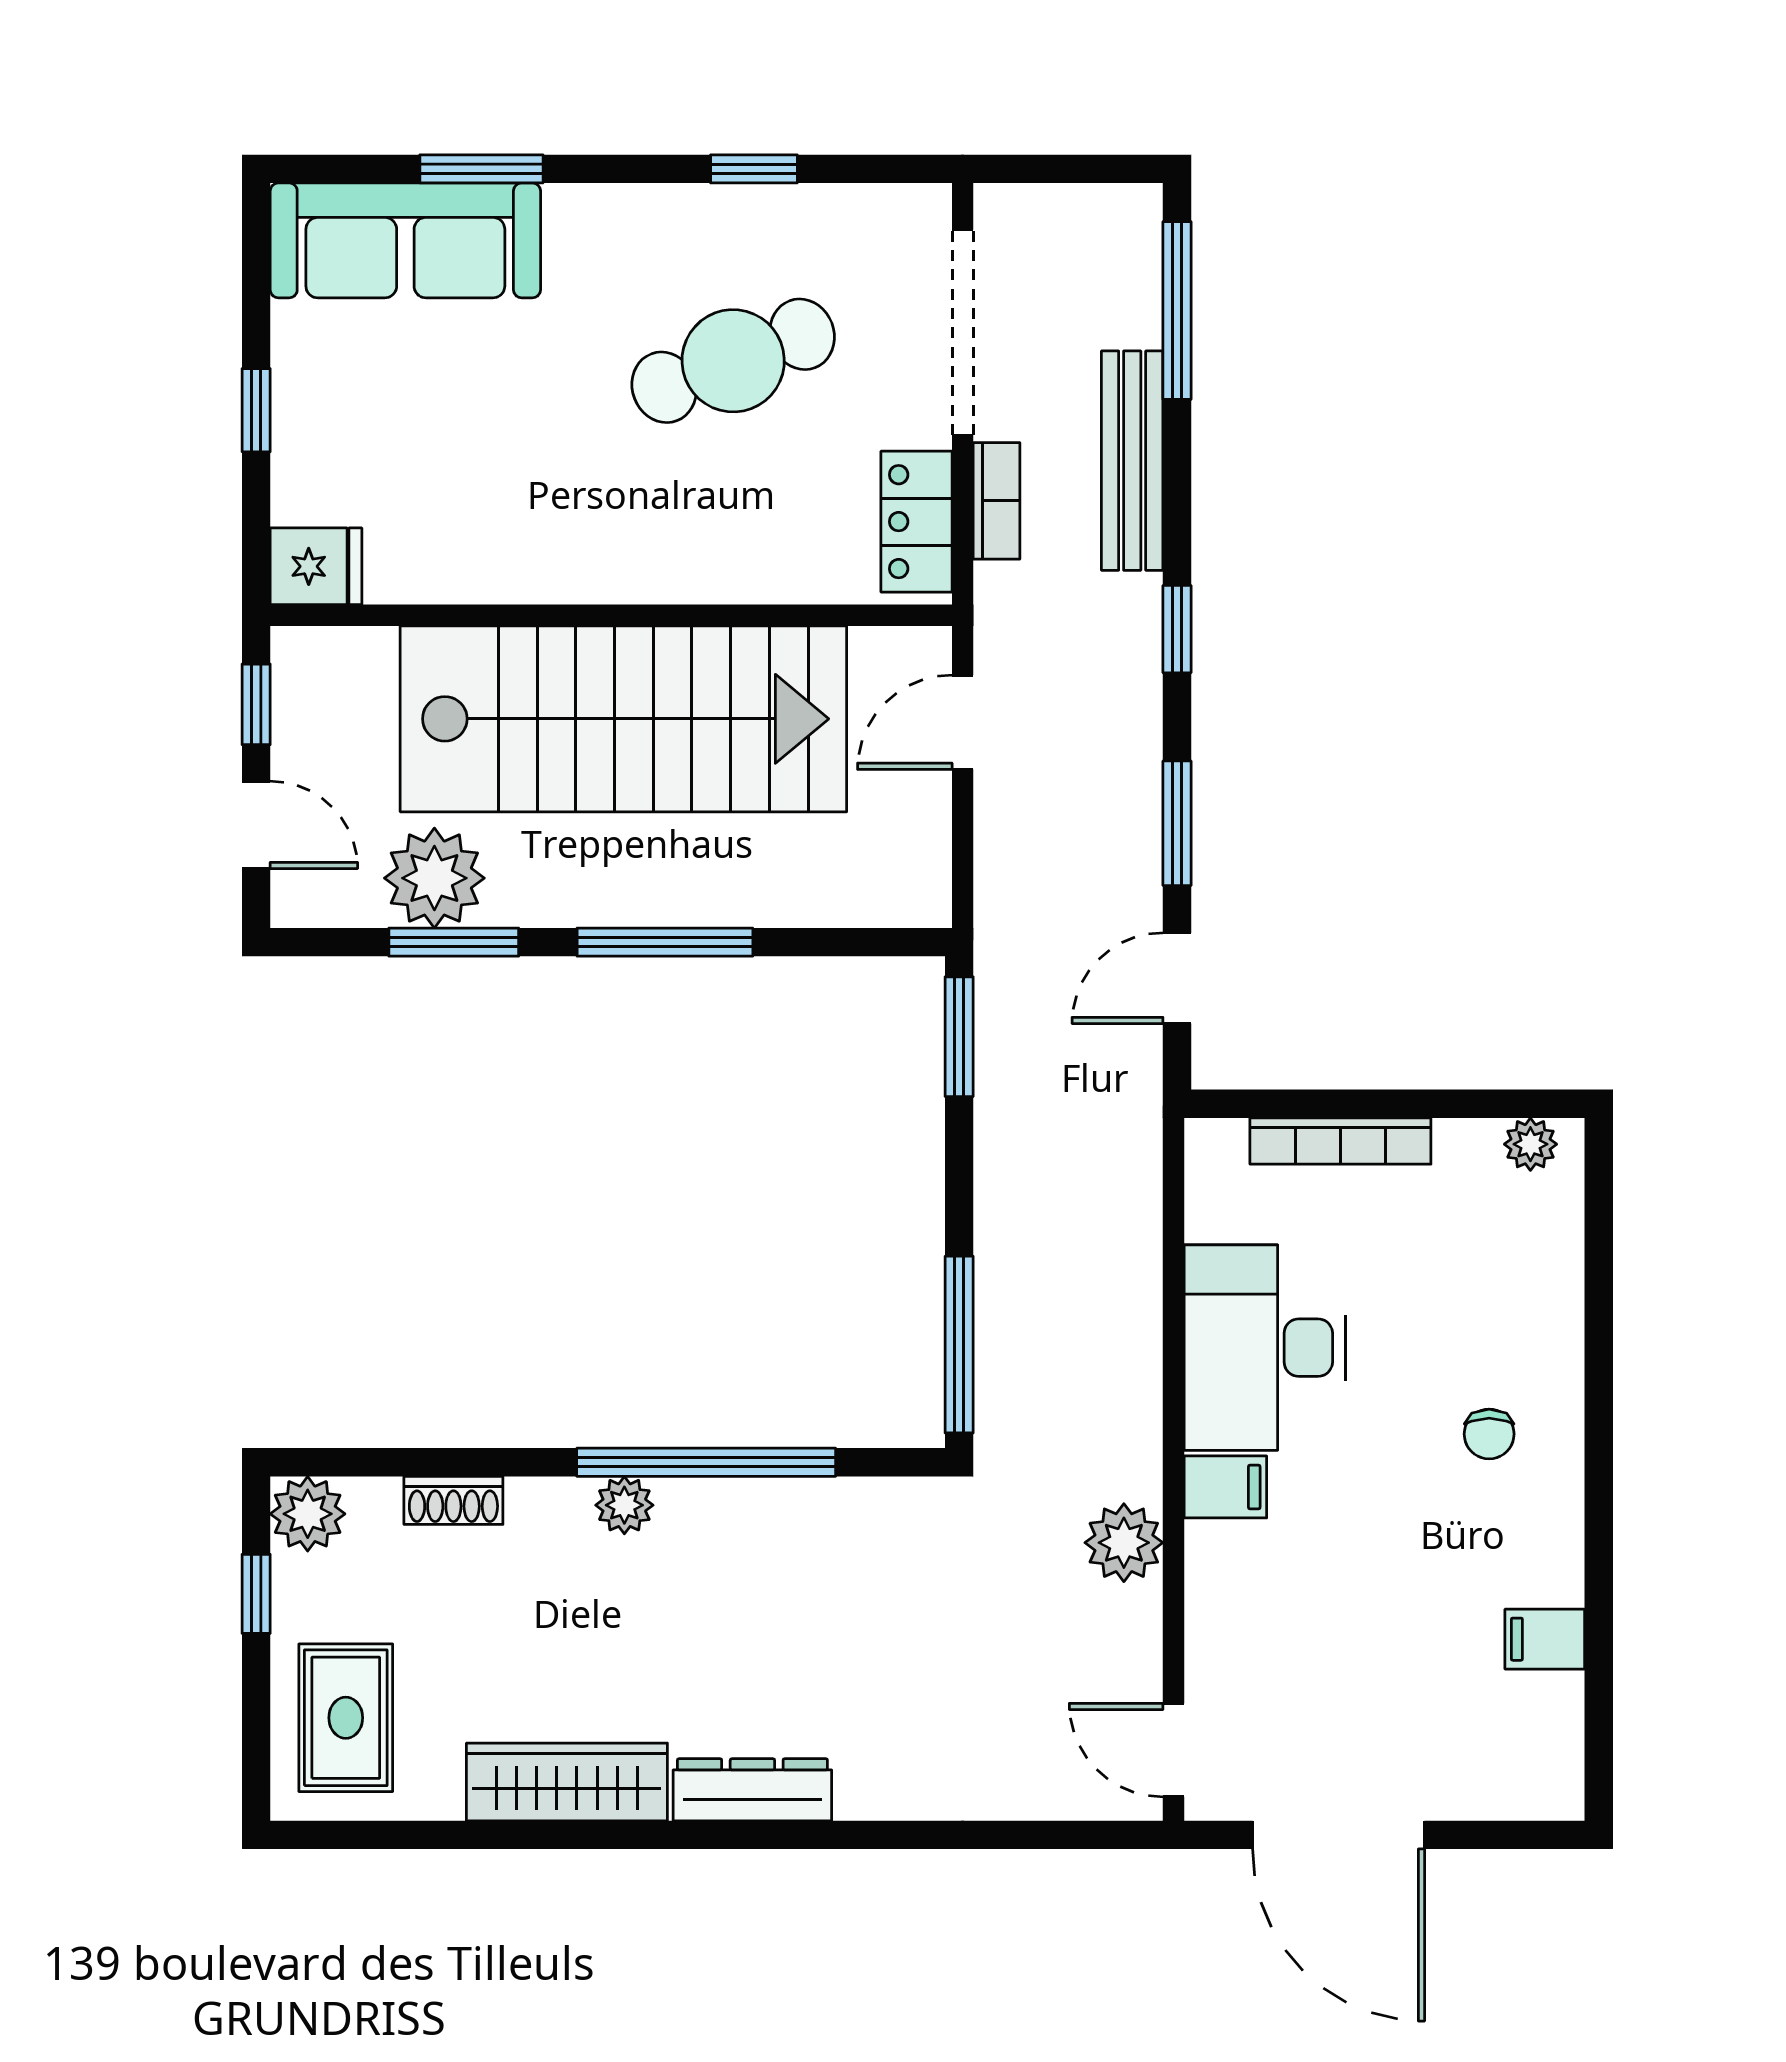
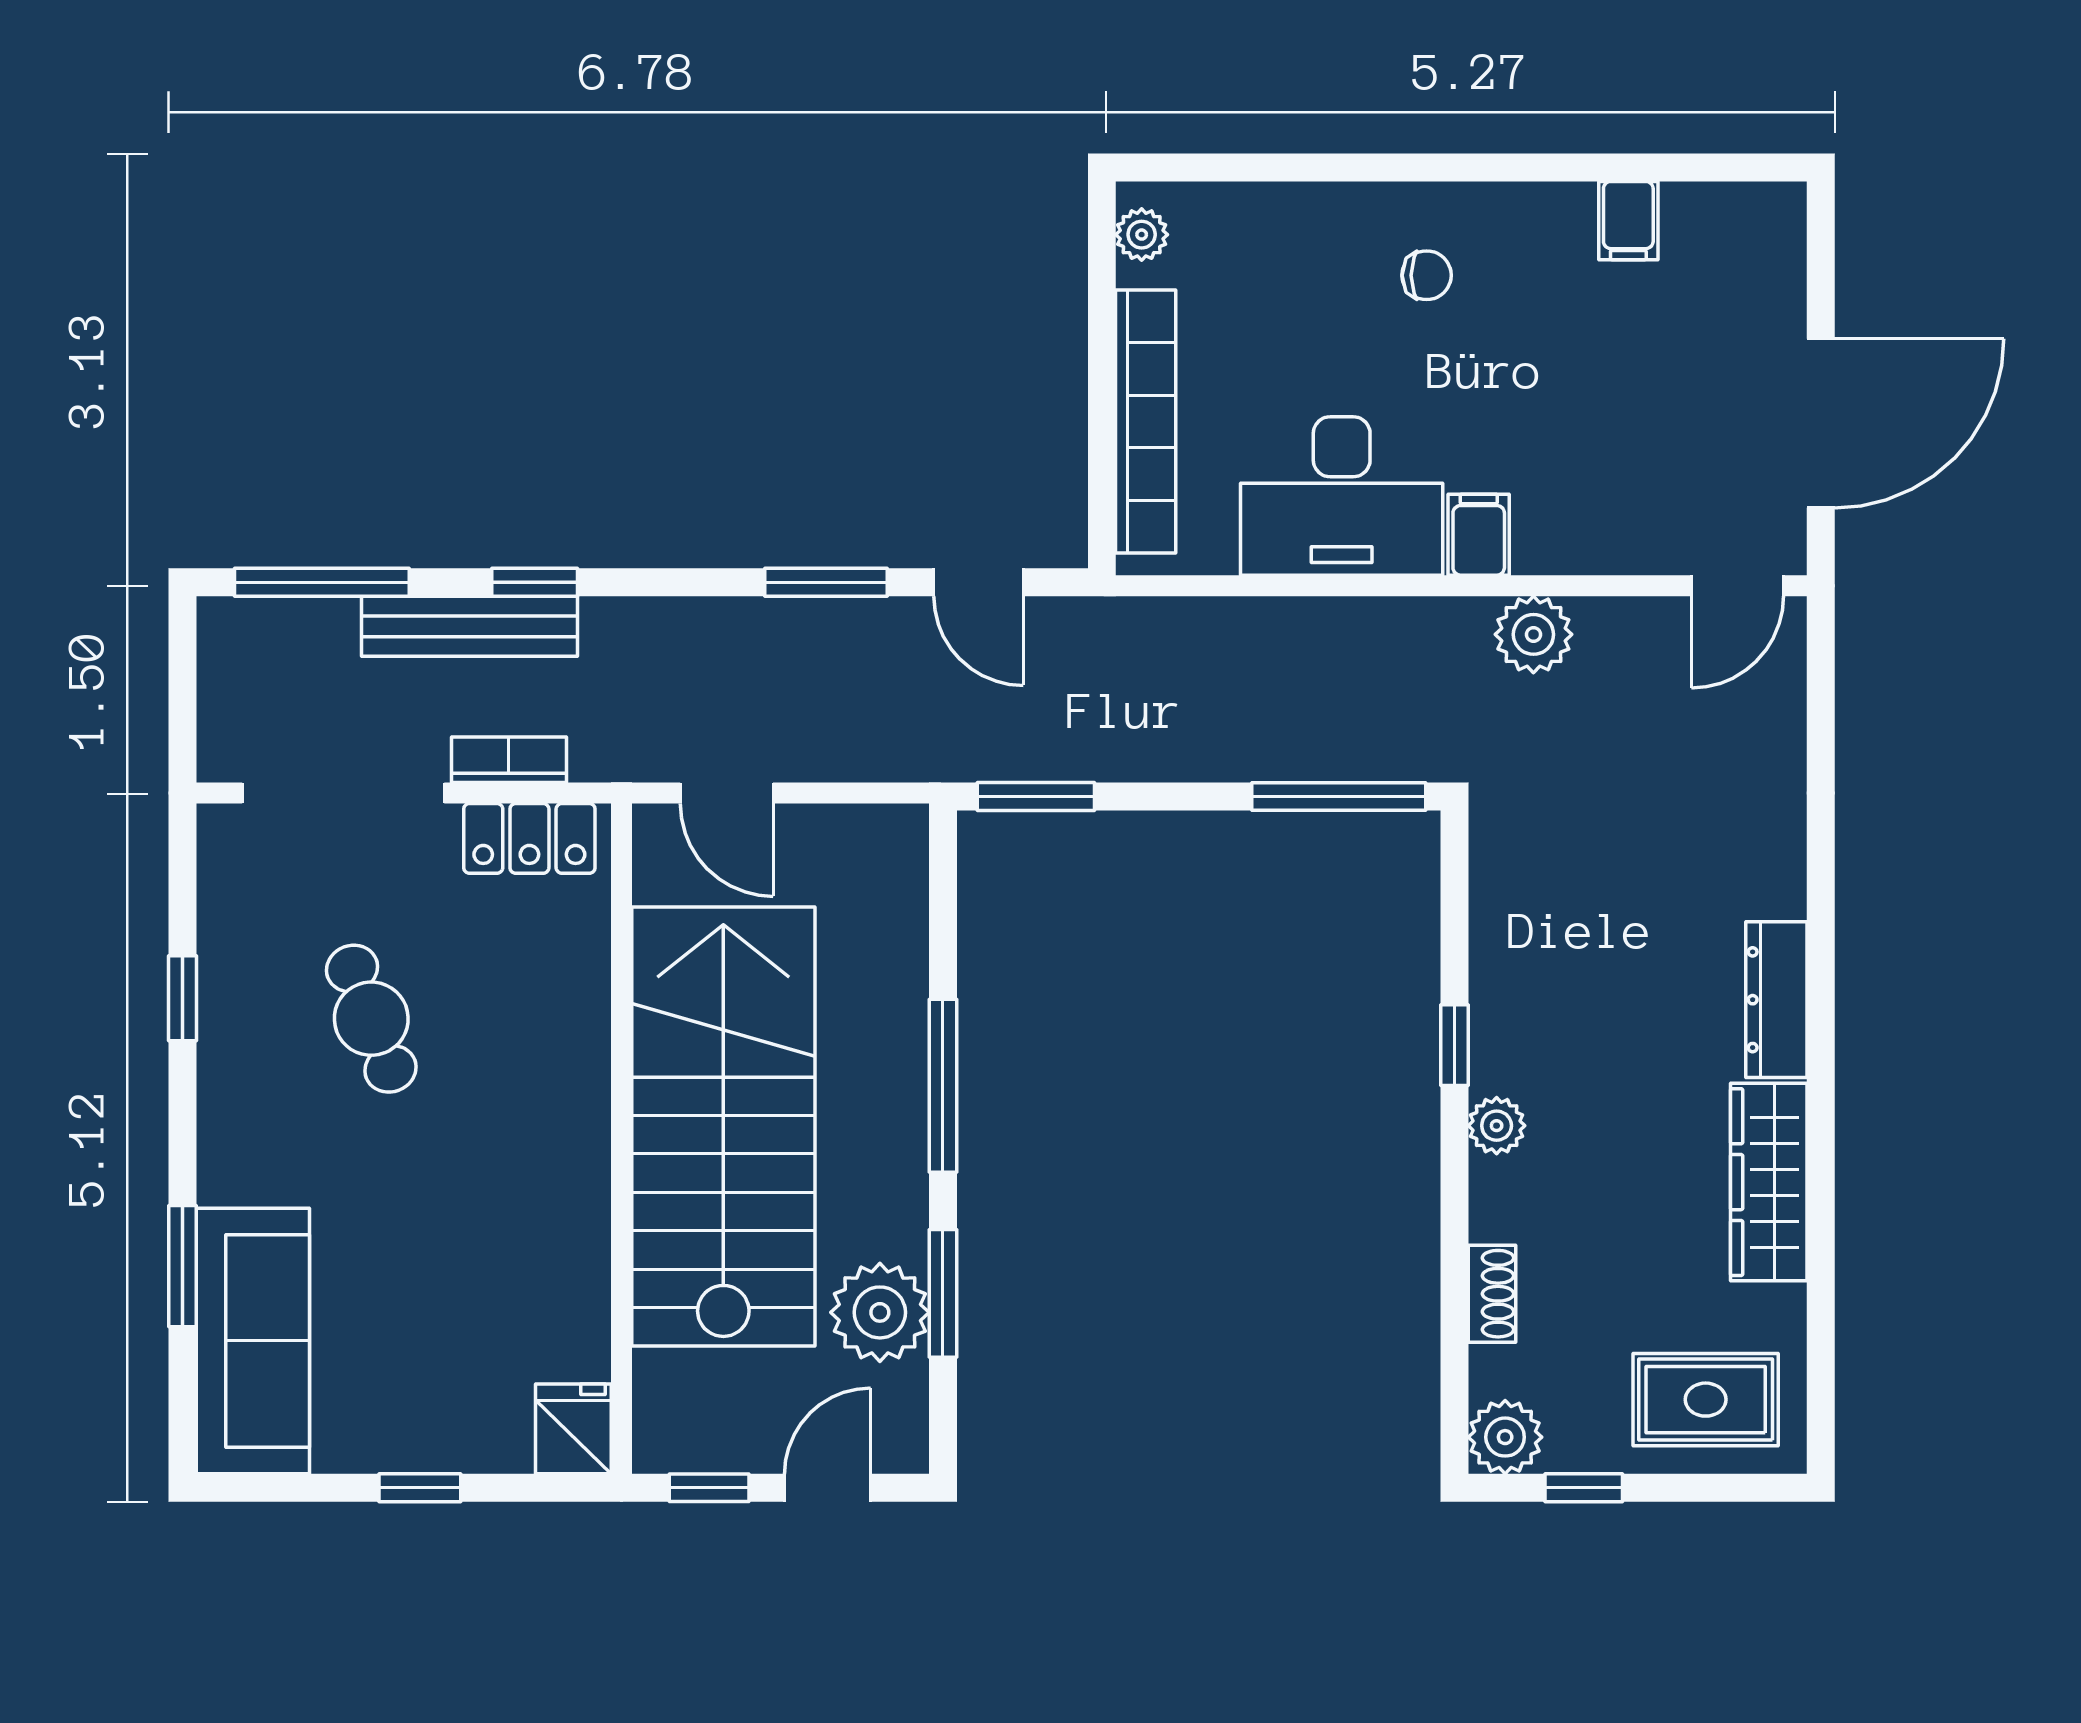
cafe table: (733, 361) -> (371, 1019), width x0.73, depth x0.74
window: (1177, 629) -> (535, 582), moved
bookcase: (1340, 1141) -> (1146, 421), width x1.48, depth x1.31
window: (706, 1462) -> (1454, 1045), width x0.32

